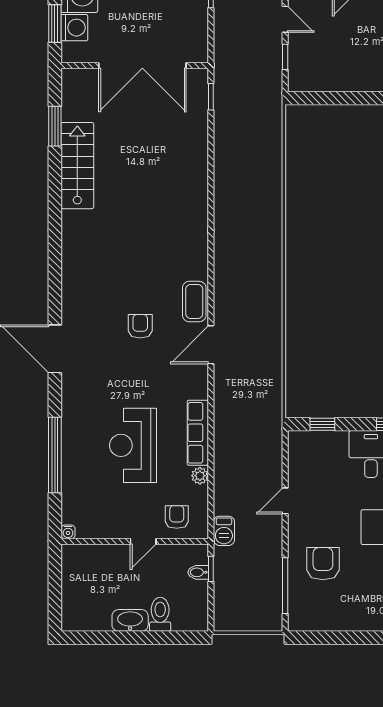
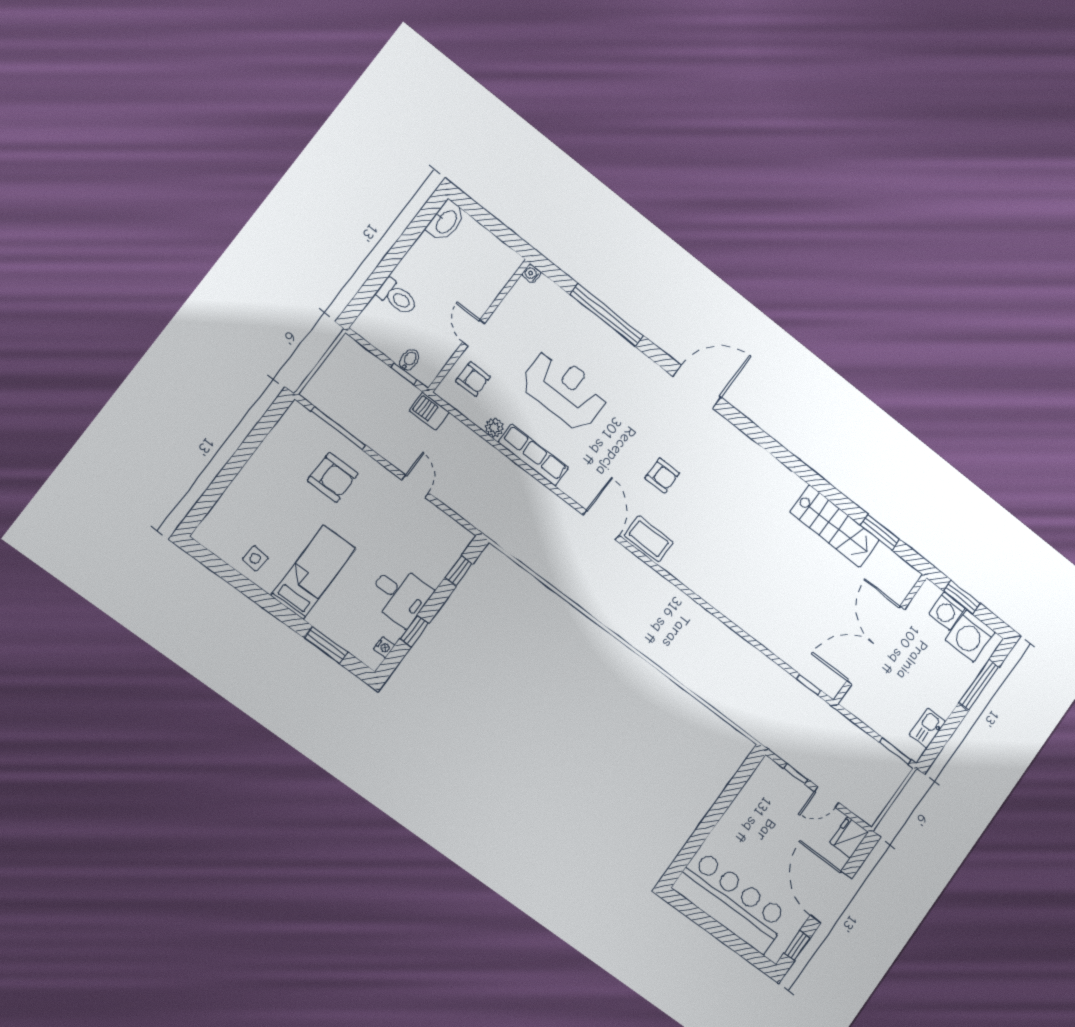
washbasin: (130, 620) -> (446, 221), moved

